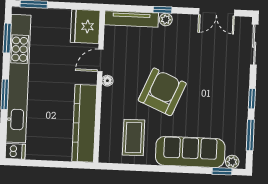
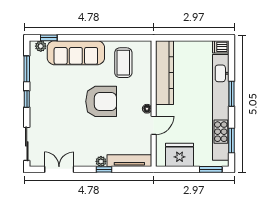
fridge: (85, 26) -> (180, 155), moved, turned -90
armchair: (162, 92) -> (101, 101), turned -113

